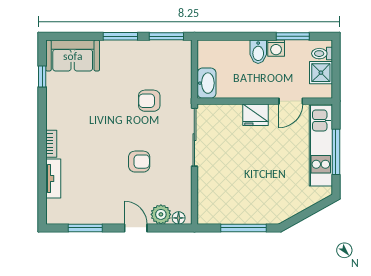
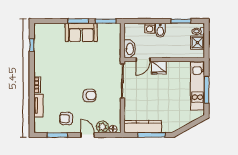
washing machine: (276, 48) -> (150, 28), moved
sofa: (73, 56) -> (81, 32), moved
armchair: (149, 101) -> (66, 119), moved
door: (291, 101) -> (143, 60), moved
kitchen counter: (229, 214) -> (143, 127), added

